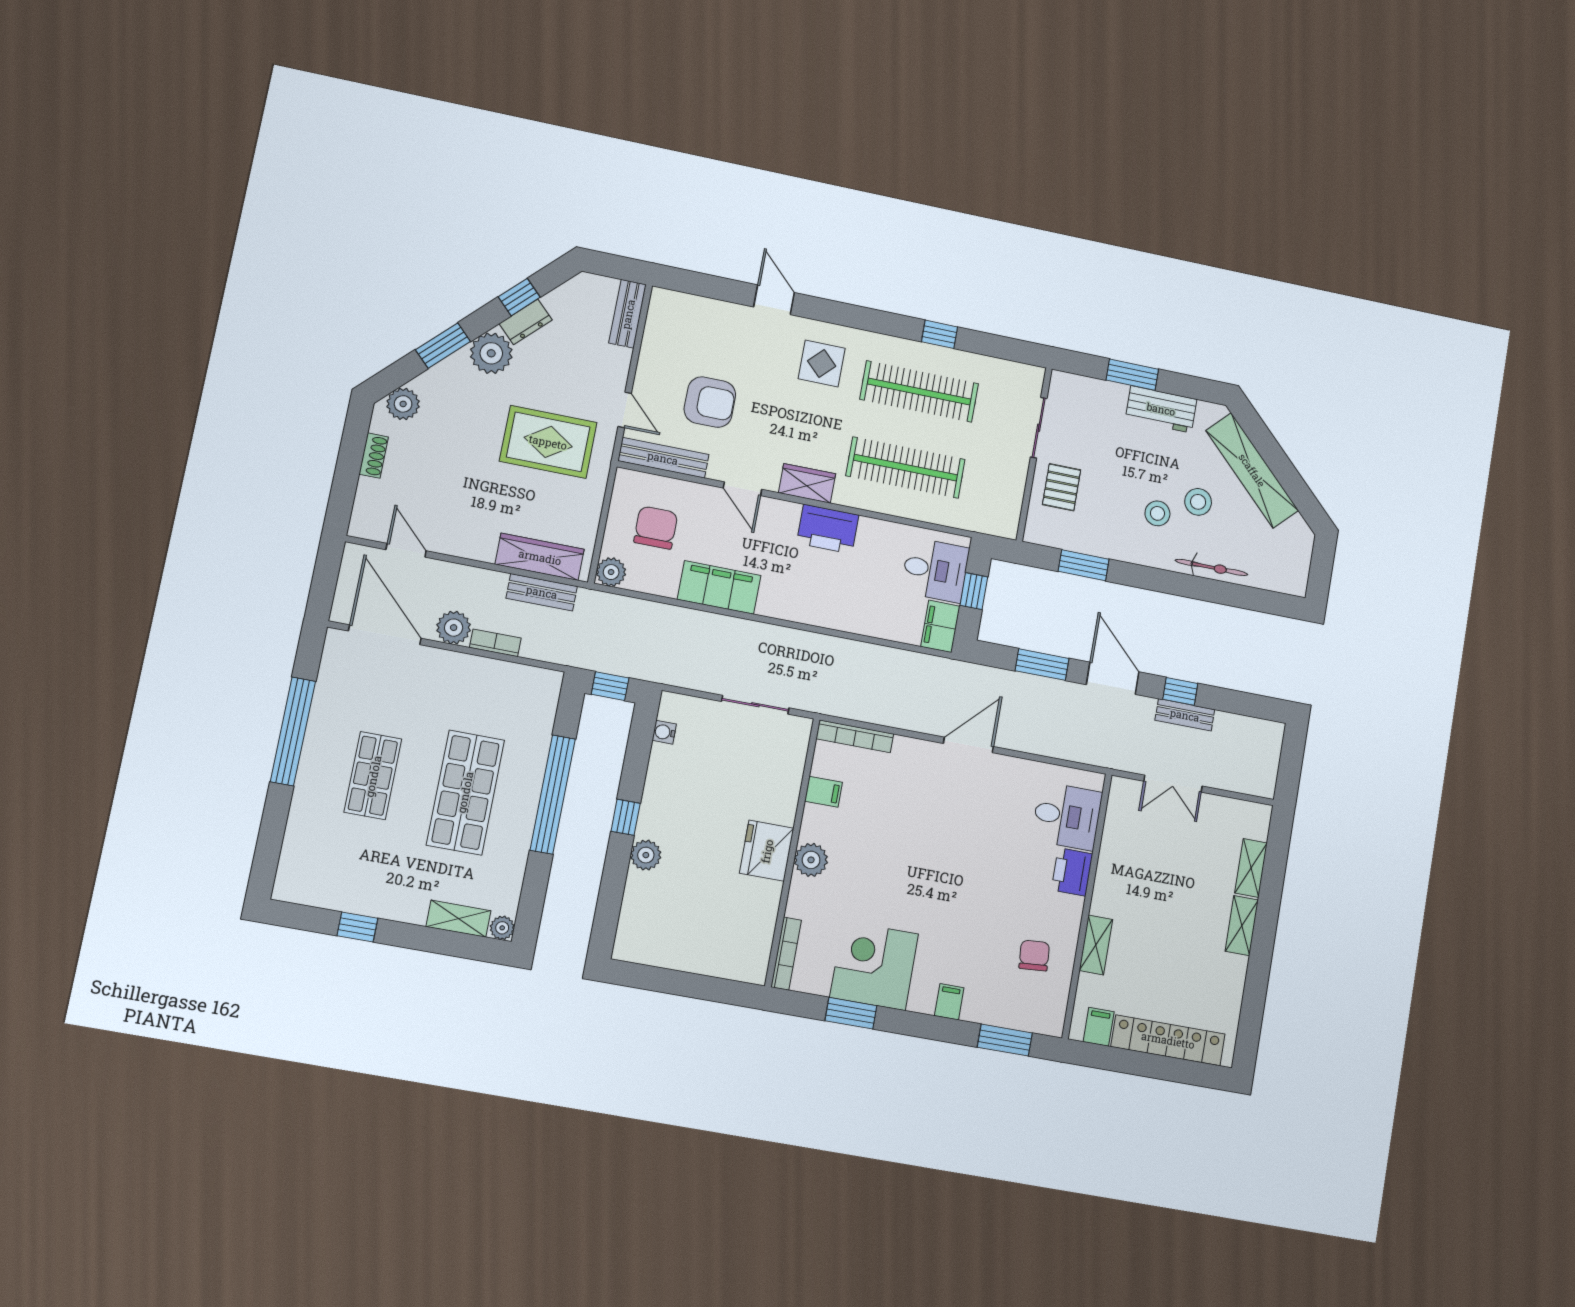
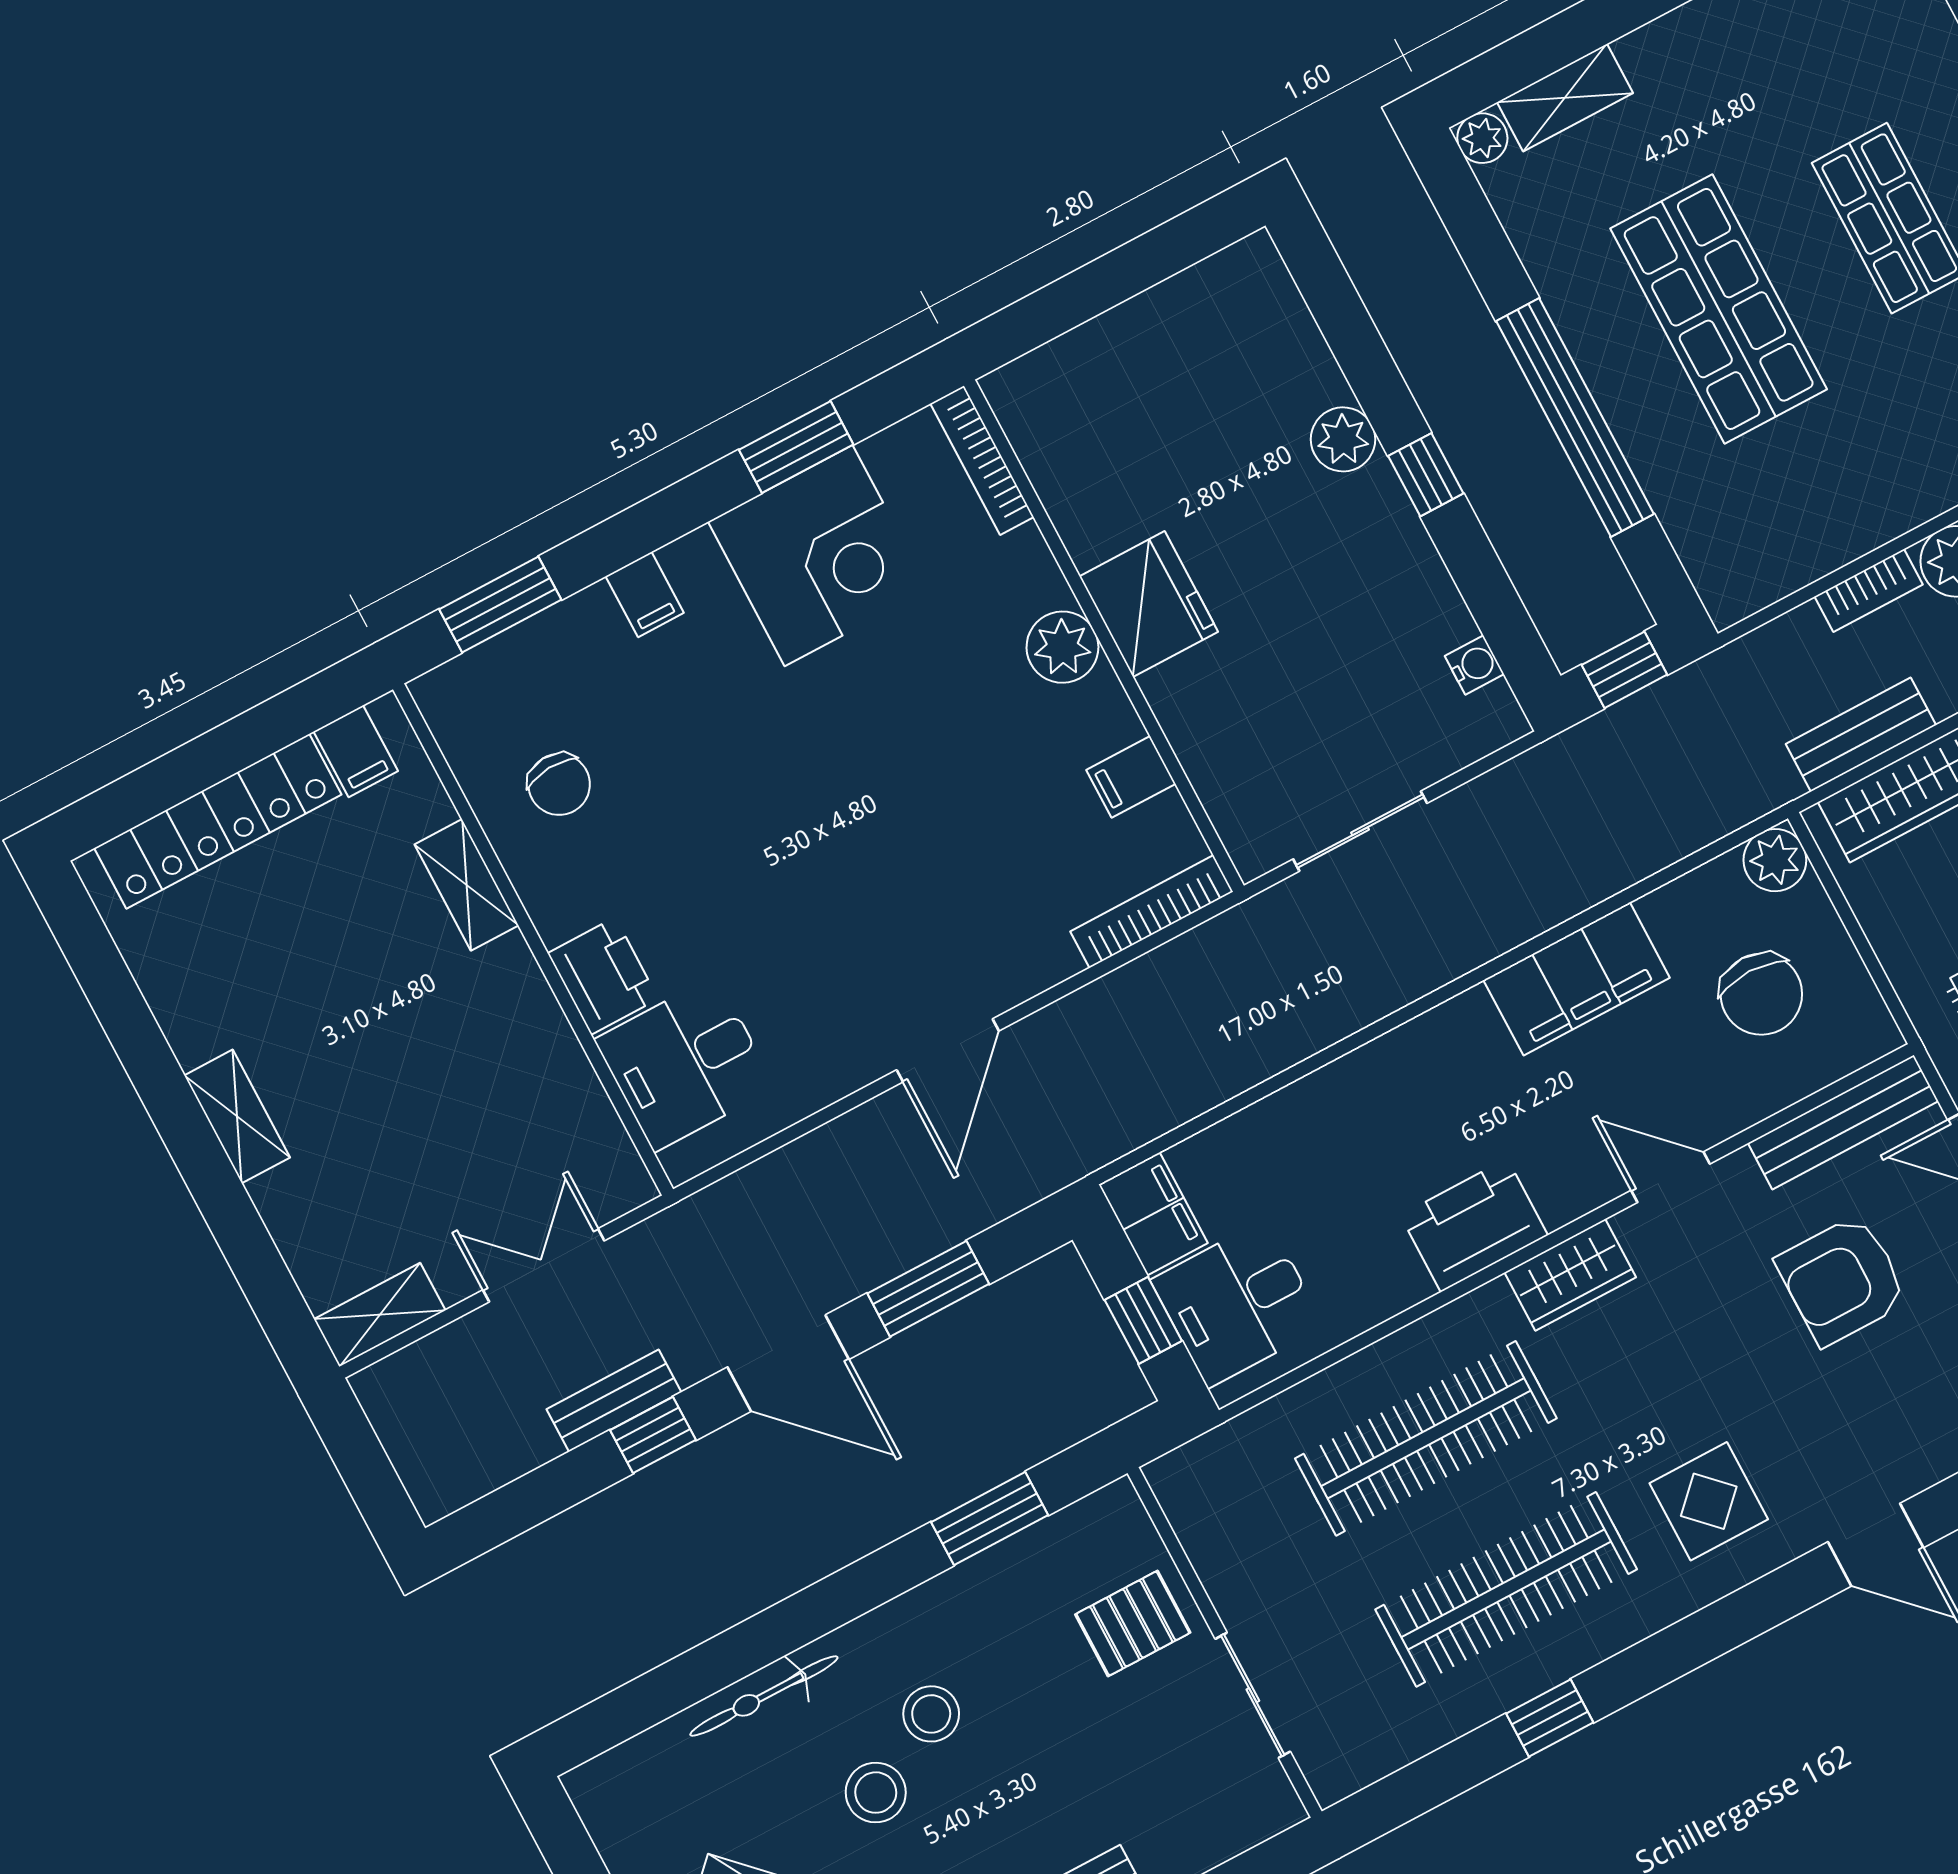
pallet: (1062, 487) -> (1133, 1623), turned 90
shelving: (1251, 868) -> (380, 1315), moved, turned 90

